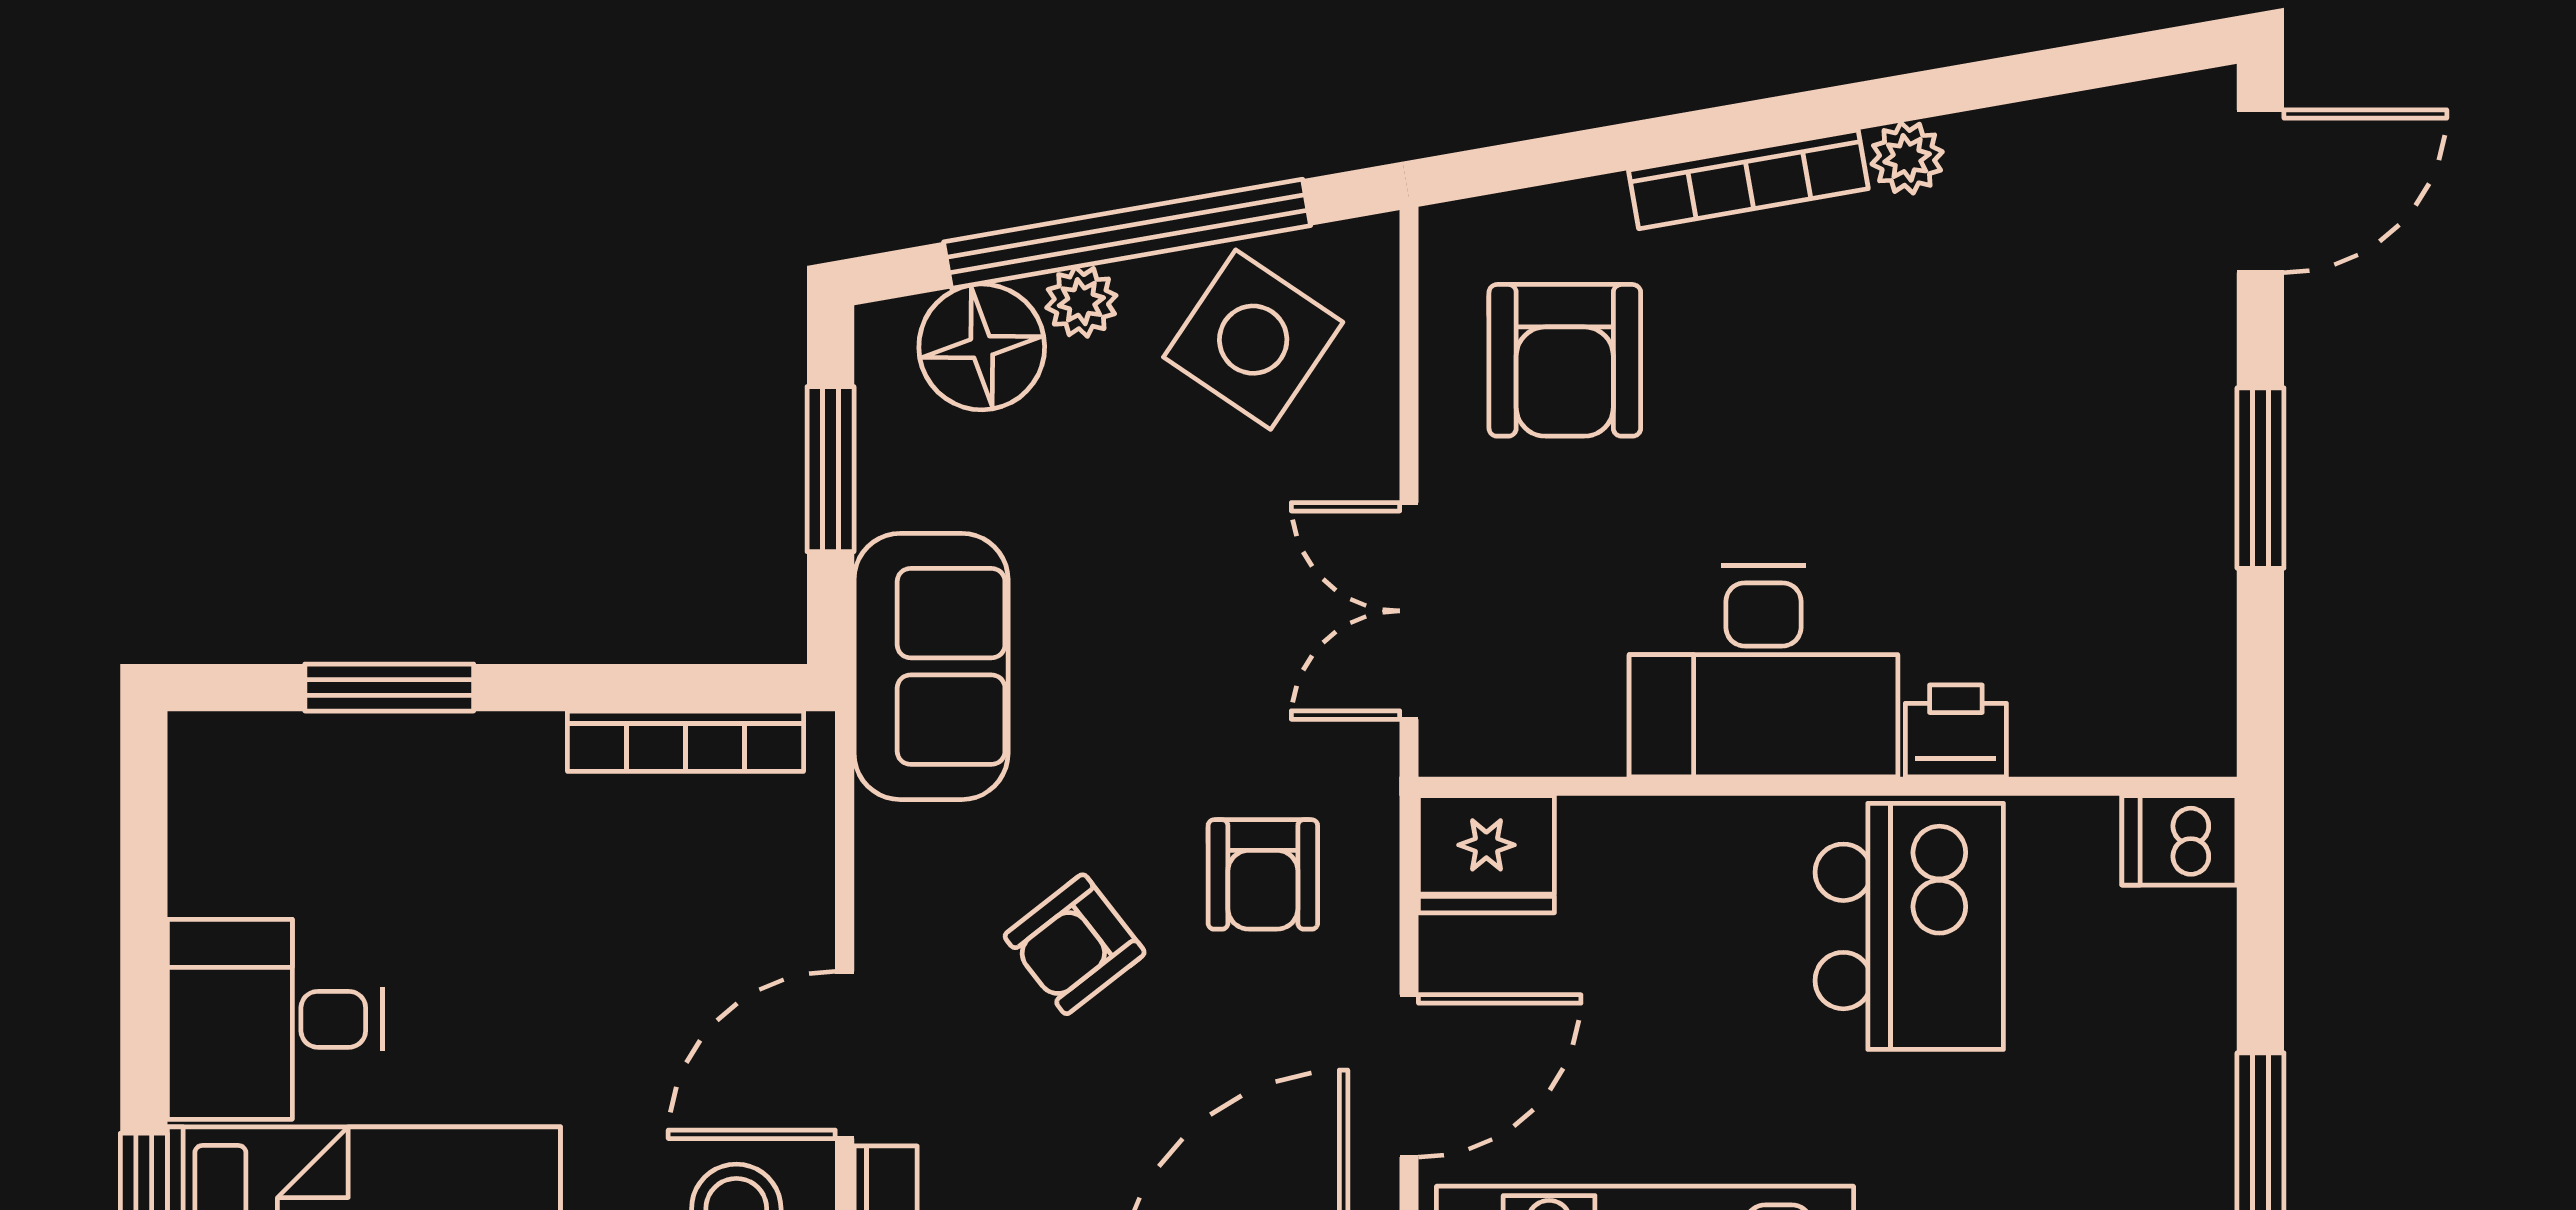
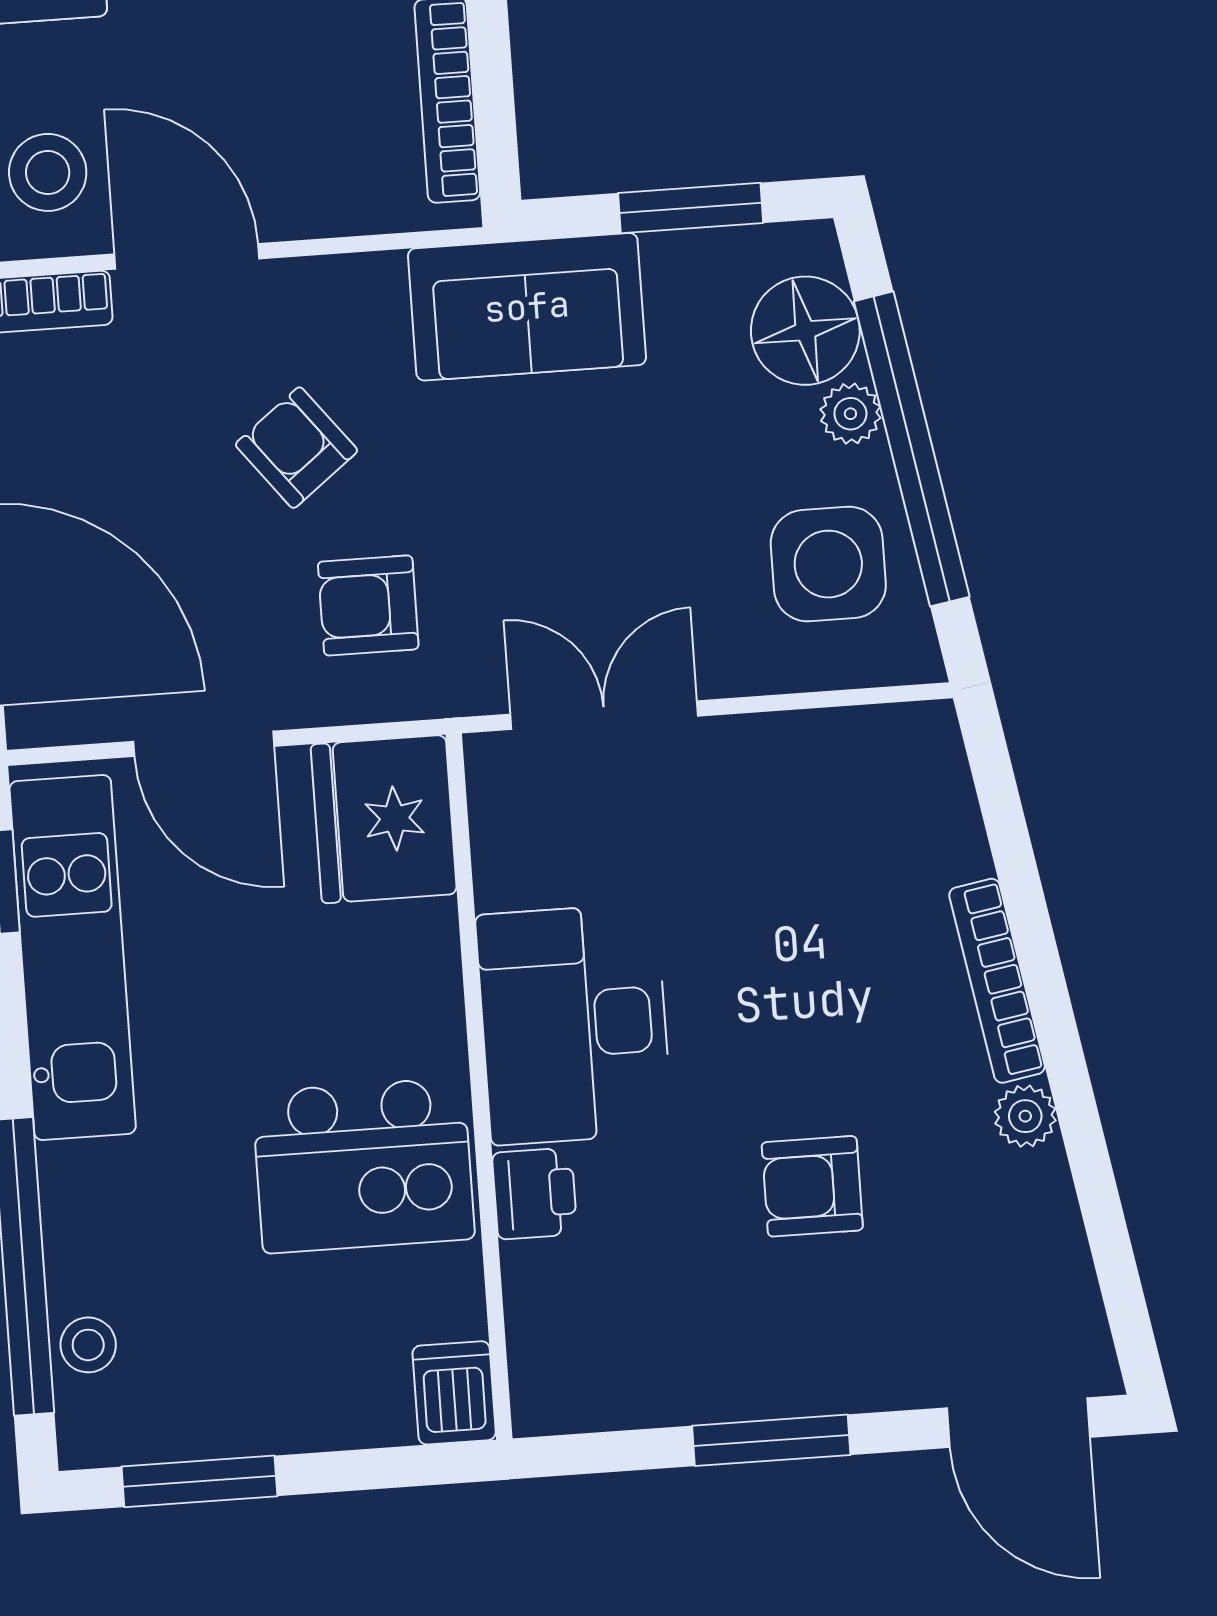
side table: (1253, 340) -> (828, 564), turned -34
armchair: (1565, 360) -> (812, 1186), moved, width x0.72, depth x0.72
fridge: (1486, 854) -> (384, 819), width x1.36, depth x1.34

